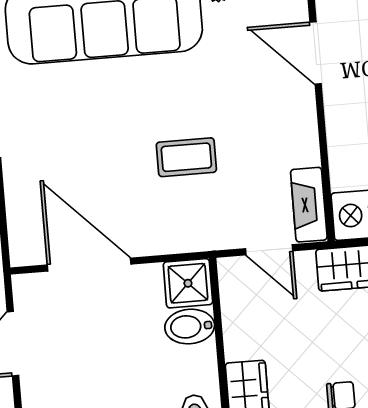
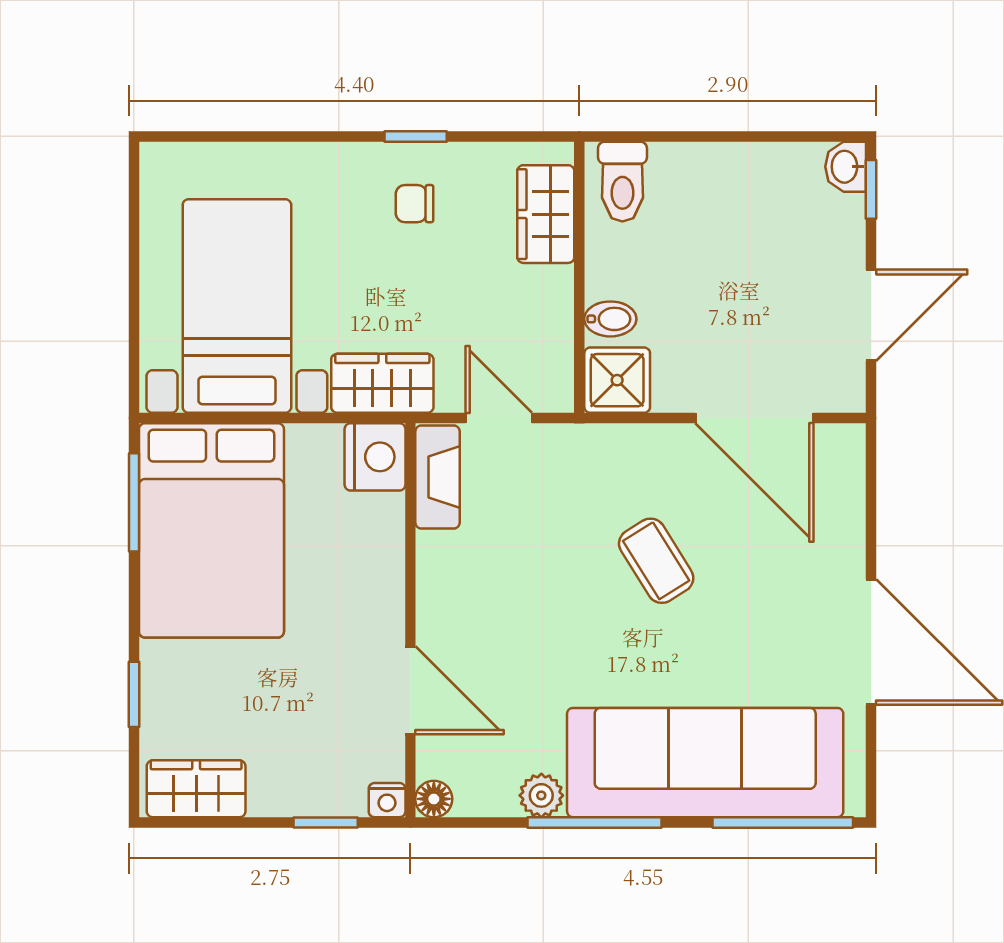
coffee table: (186, 157) -> (656, 561), moved, turned 58
bidet: (190, 327) -> (610, 319), width x0.72, depth x0.74

